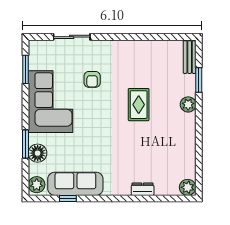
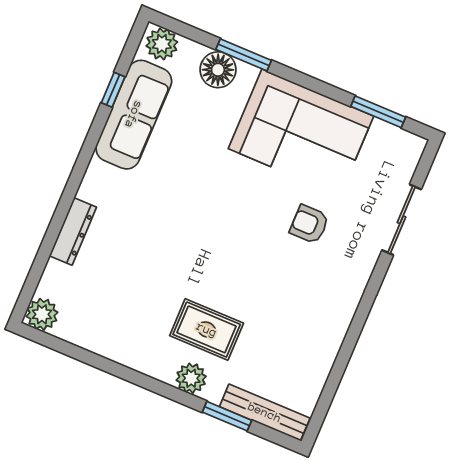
bench: (190, 57) -> (265, 412), width x1.36
rug: (139, 105) -> (207, 329), moved
dresser: (143, 189) -> (73, 231), width x1.44

